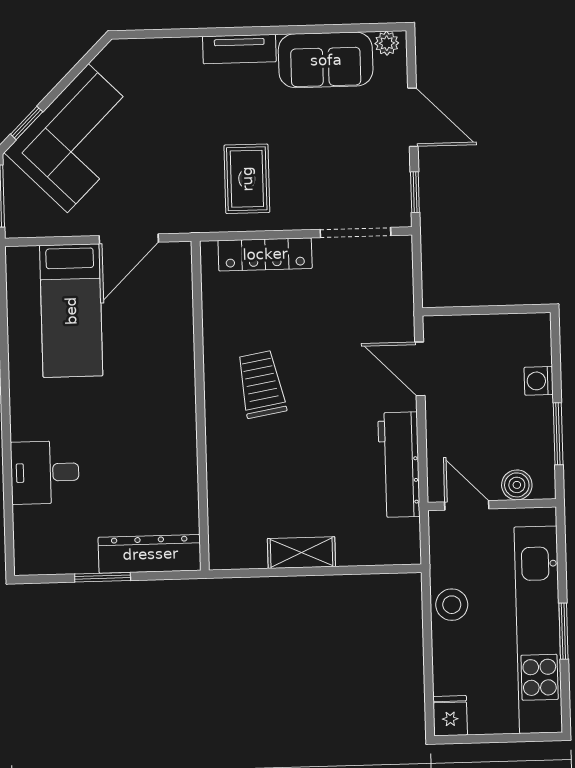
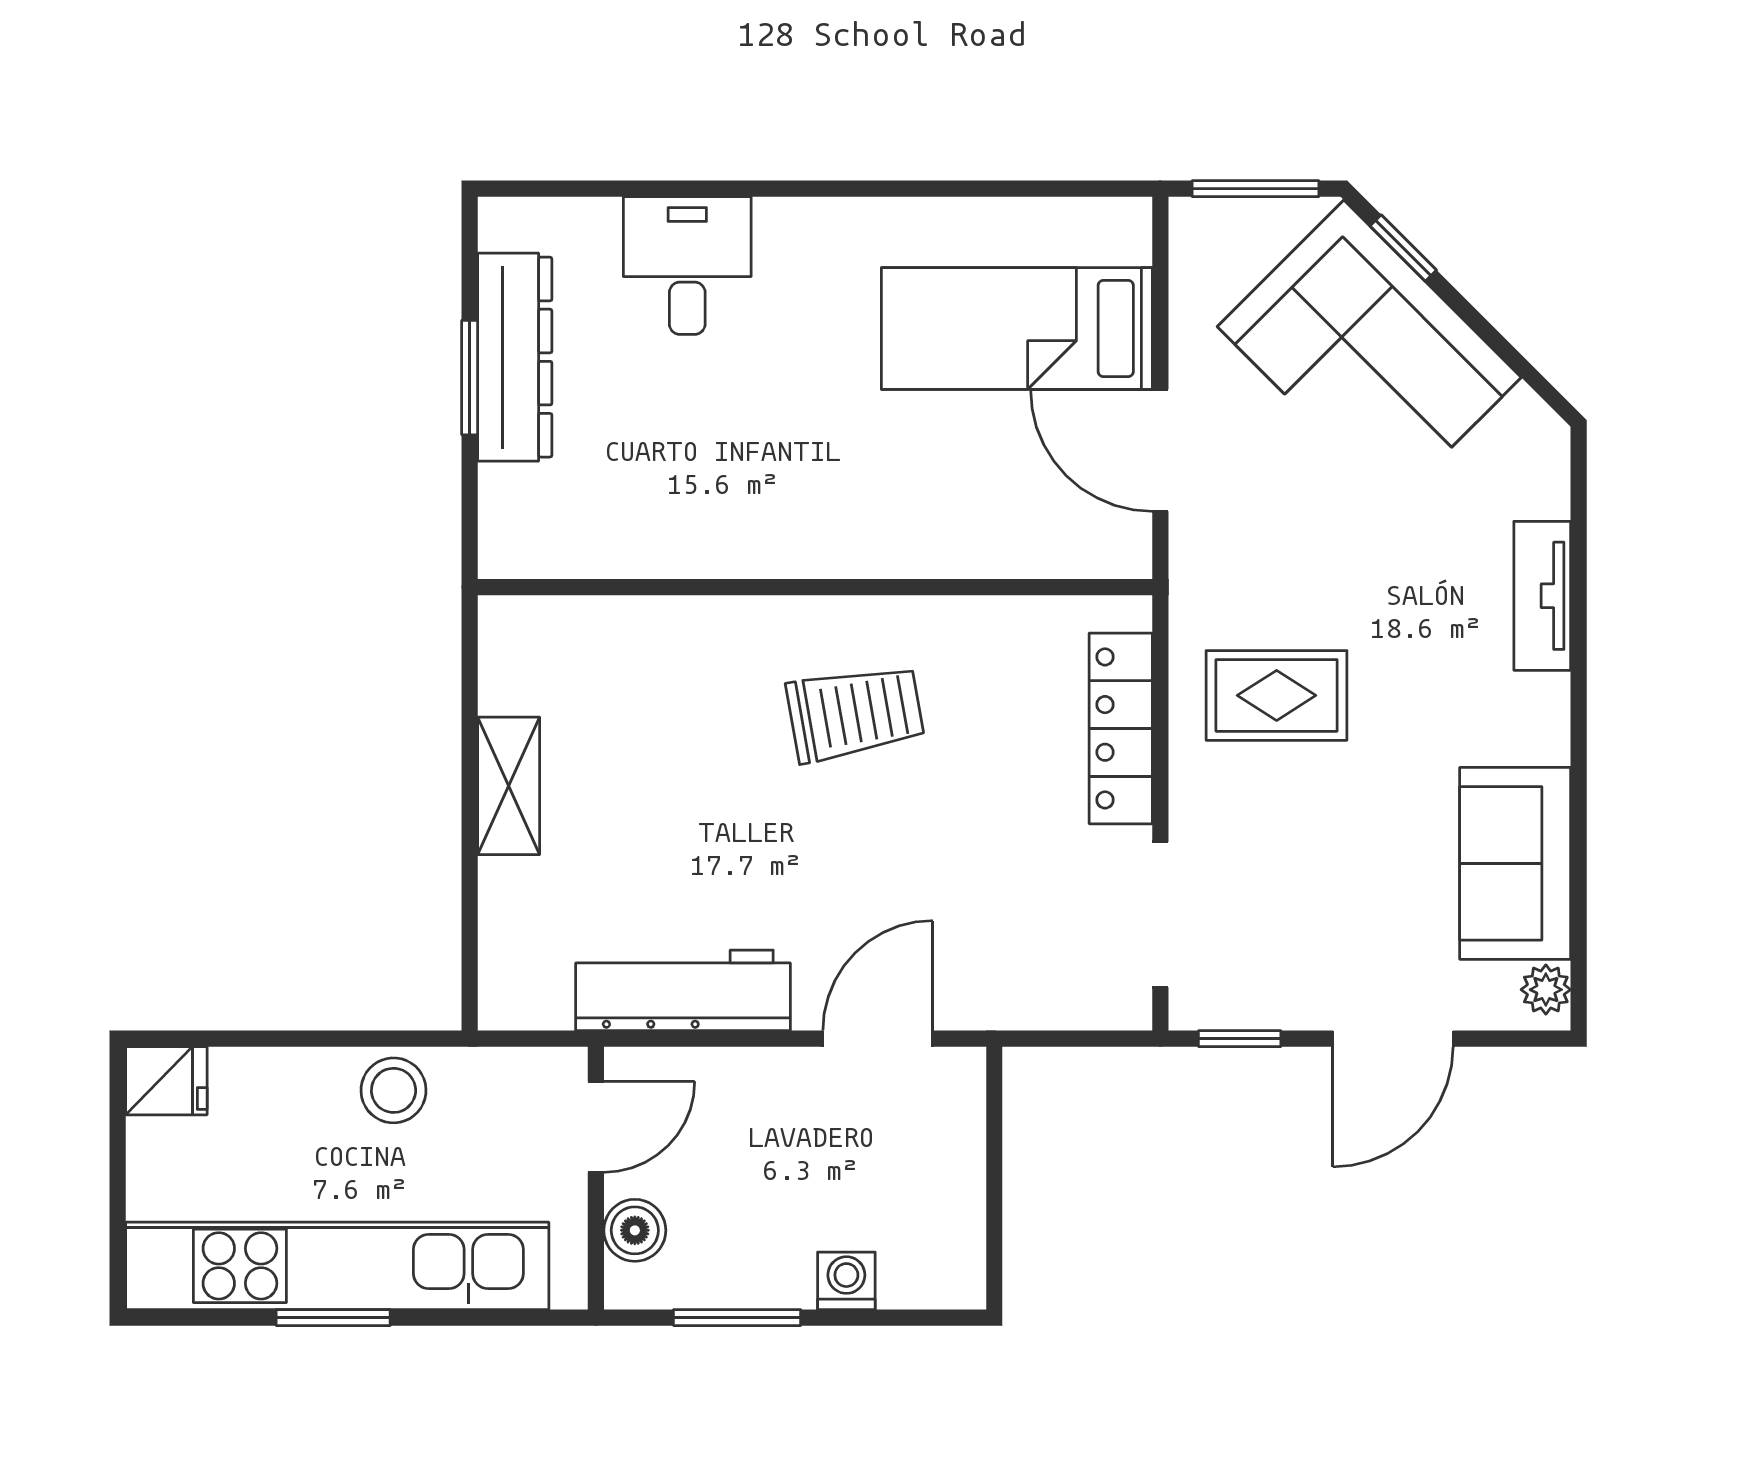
tv unit: (239, 49) -> (1542, 596), moved
dresser: (150, 554) -> (515, 357), moved

